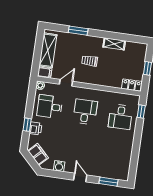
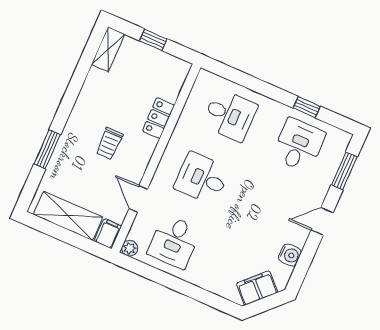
shelving: (114, 44) -> (108, 49), moved
locker: (132, 85) -> (158, 118), moved
window: (141, 112) -> (307, 107), moved
window: (27, 125) -> (196, 293), removed
printer: (36, 128) -> (207, 279), removed
desk: (115, 155) -> (298, 145), added

